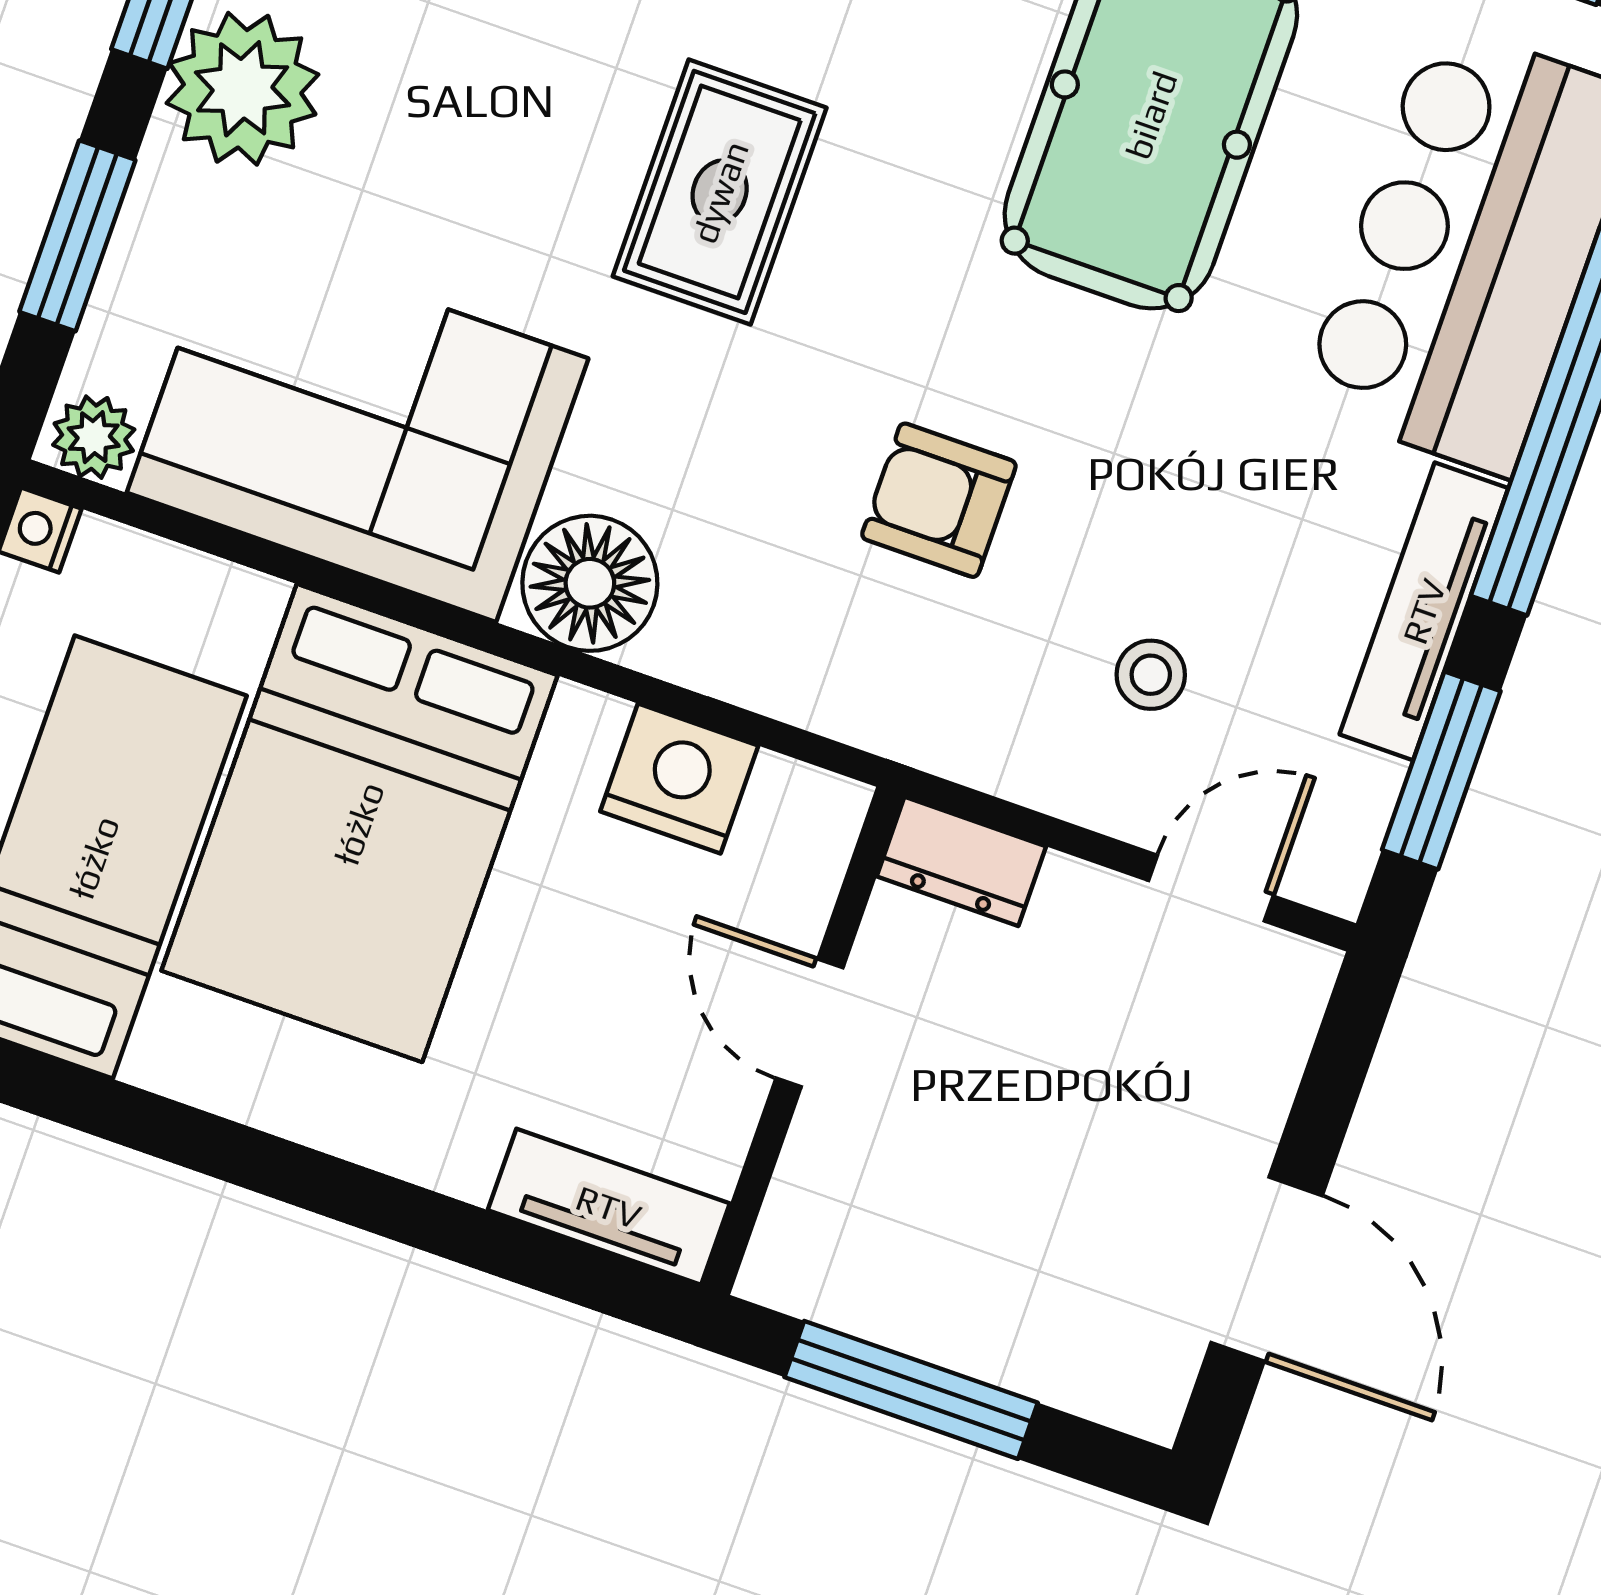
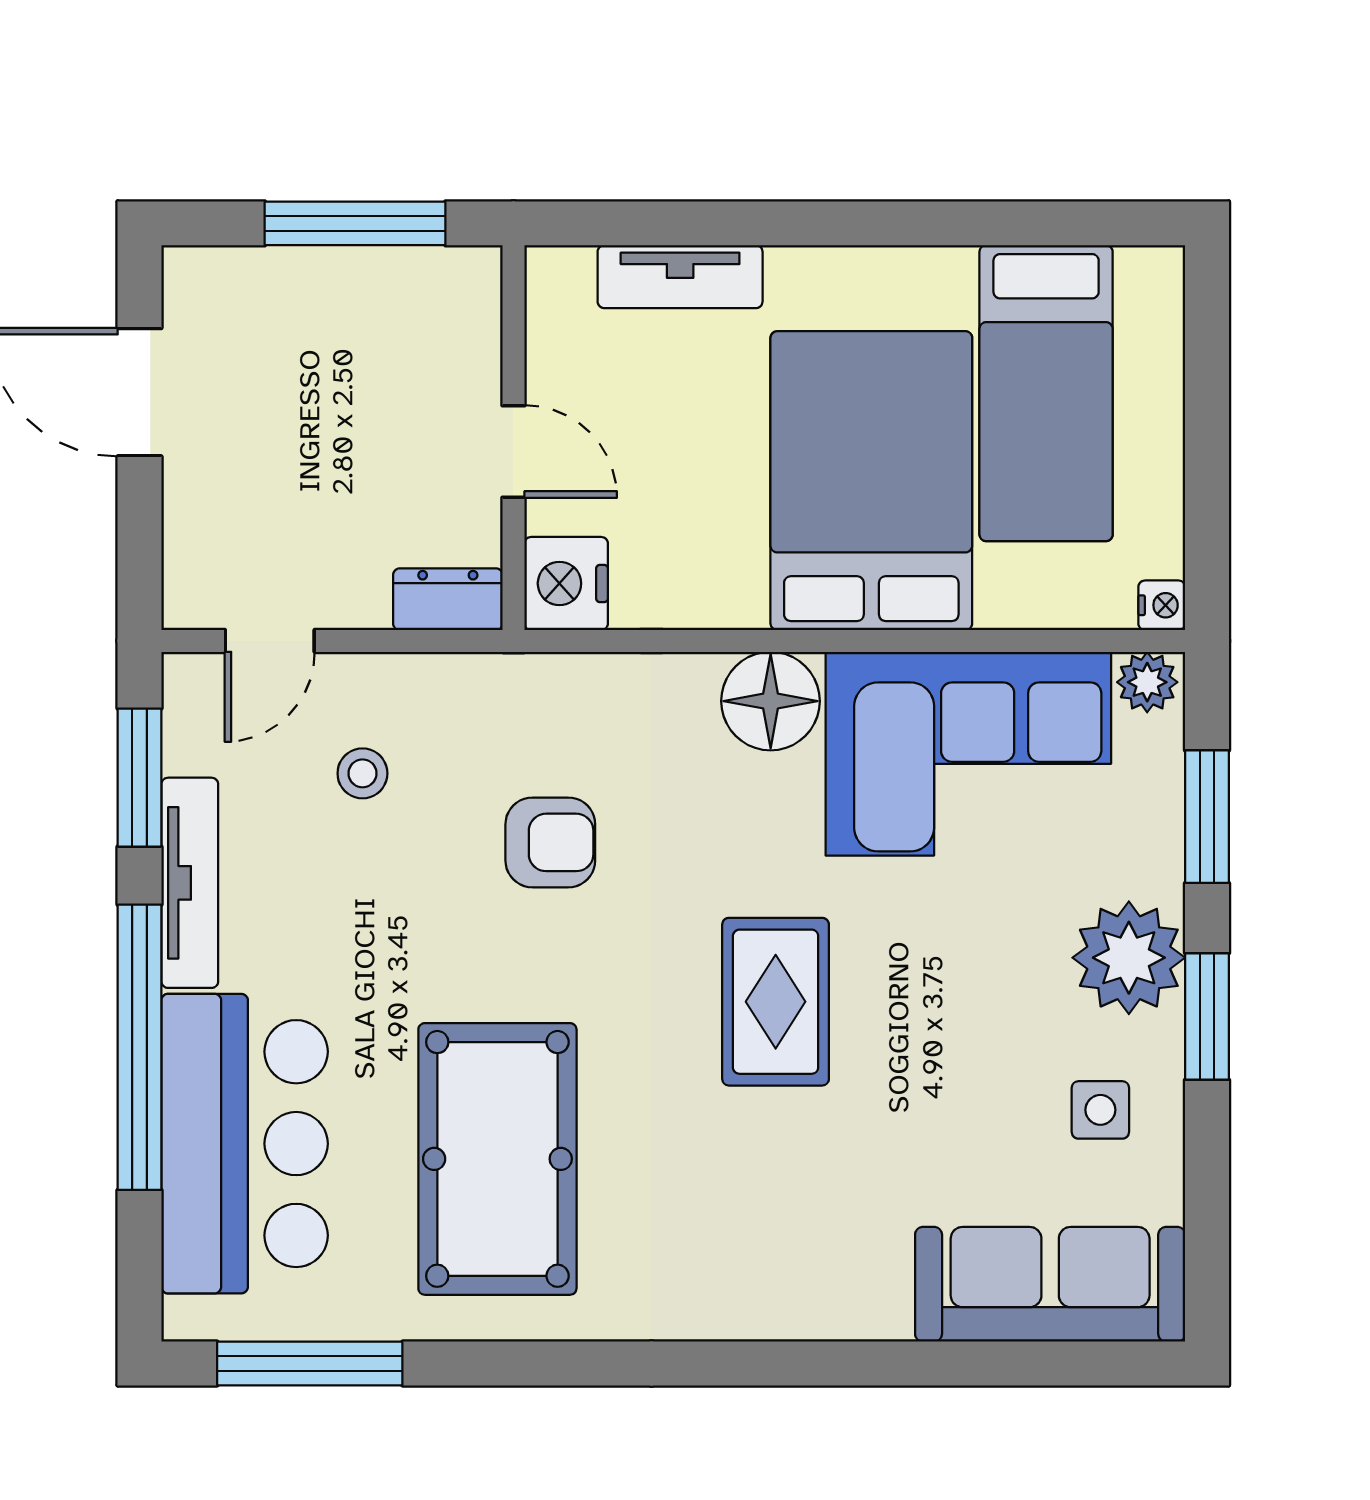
nightstand: (679, 779) -> (566, 583), moved, turned 90
tv unit: (609, 1207) -> (680, 277), moved

